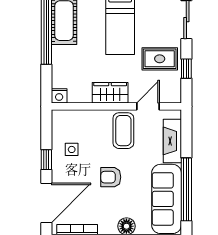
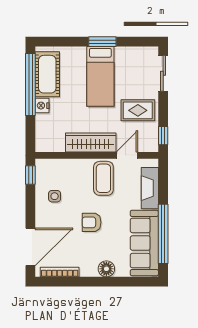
window: (186, 69) -> (163, 136), moved
wardrobe: (110, 93) -> (91, 142), width x1.50
nightstand: (59, 96) -> (42, 106), moved, turned 90
window: (46, 160) -> (30, 175), moved

